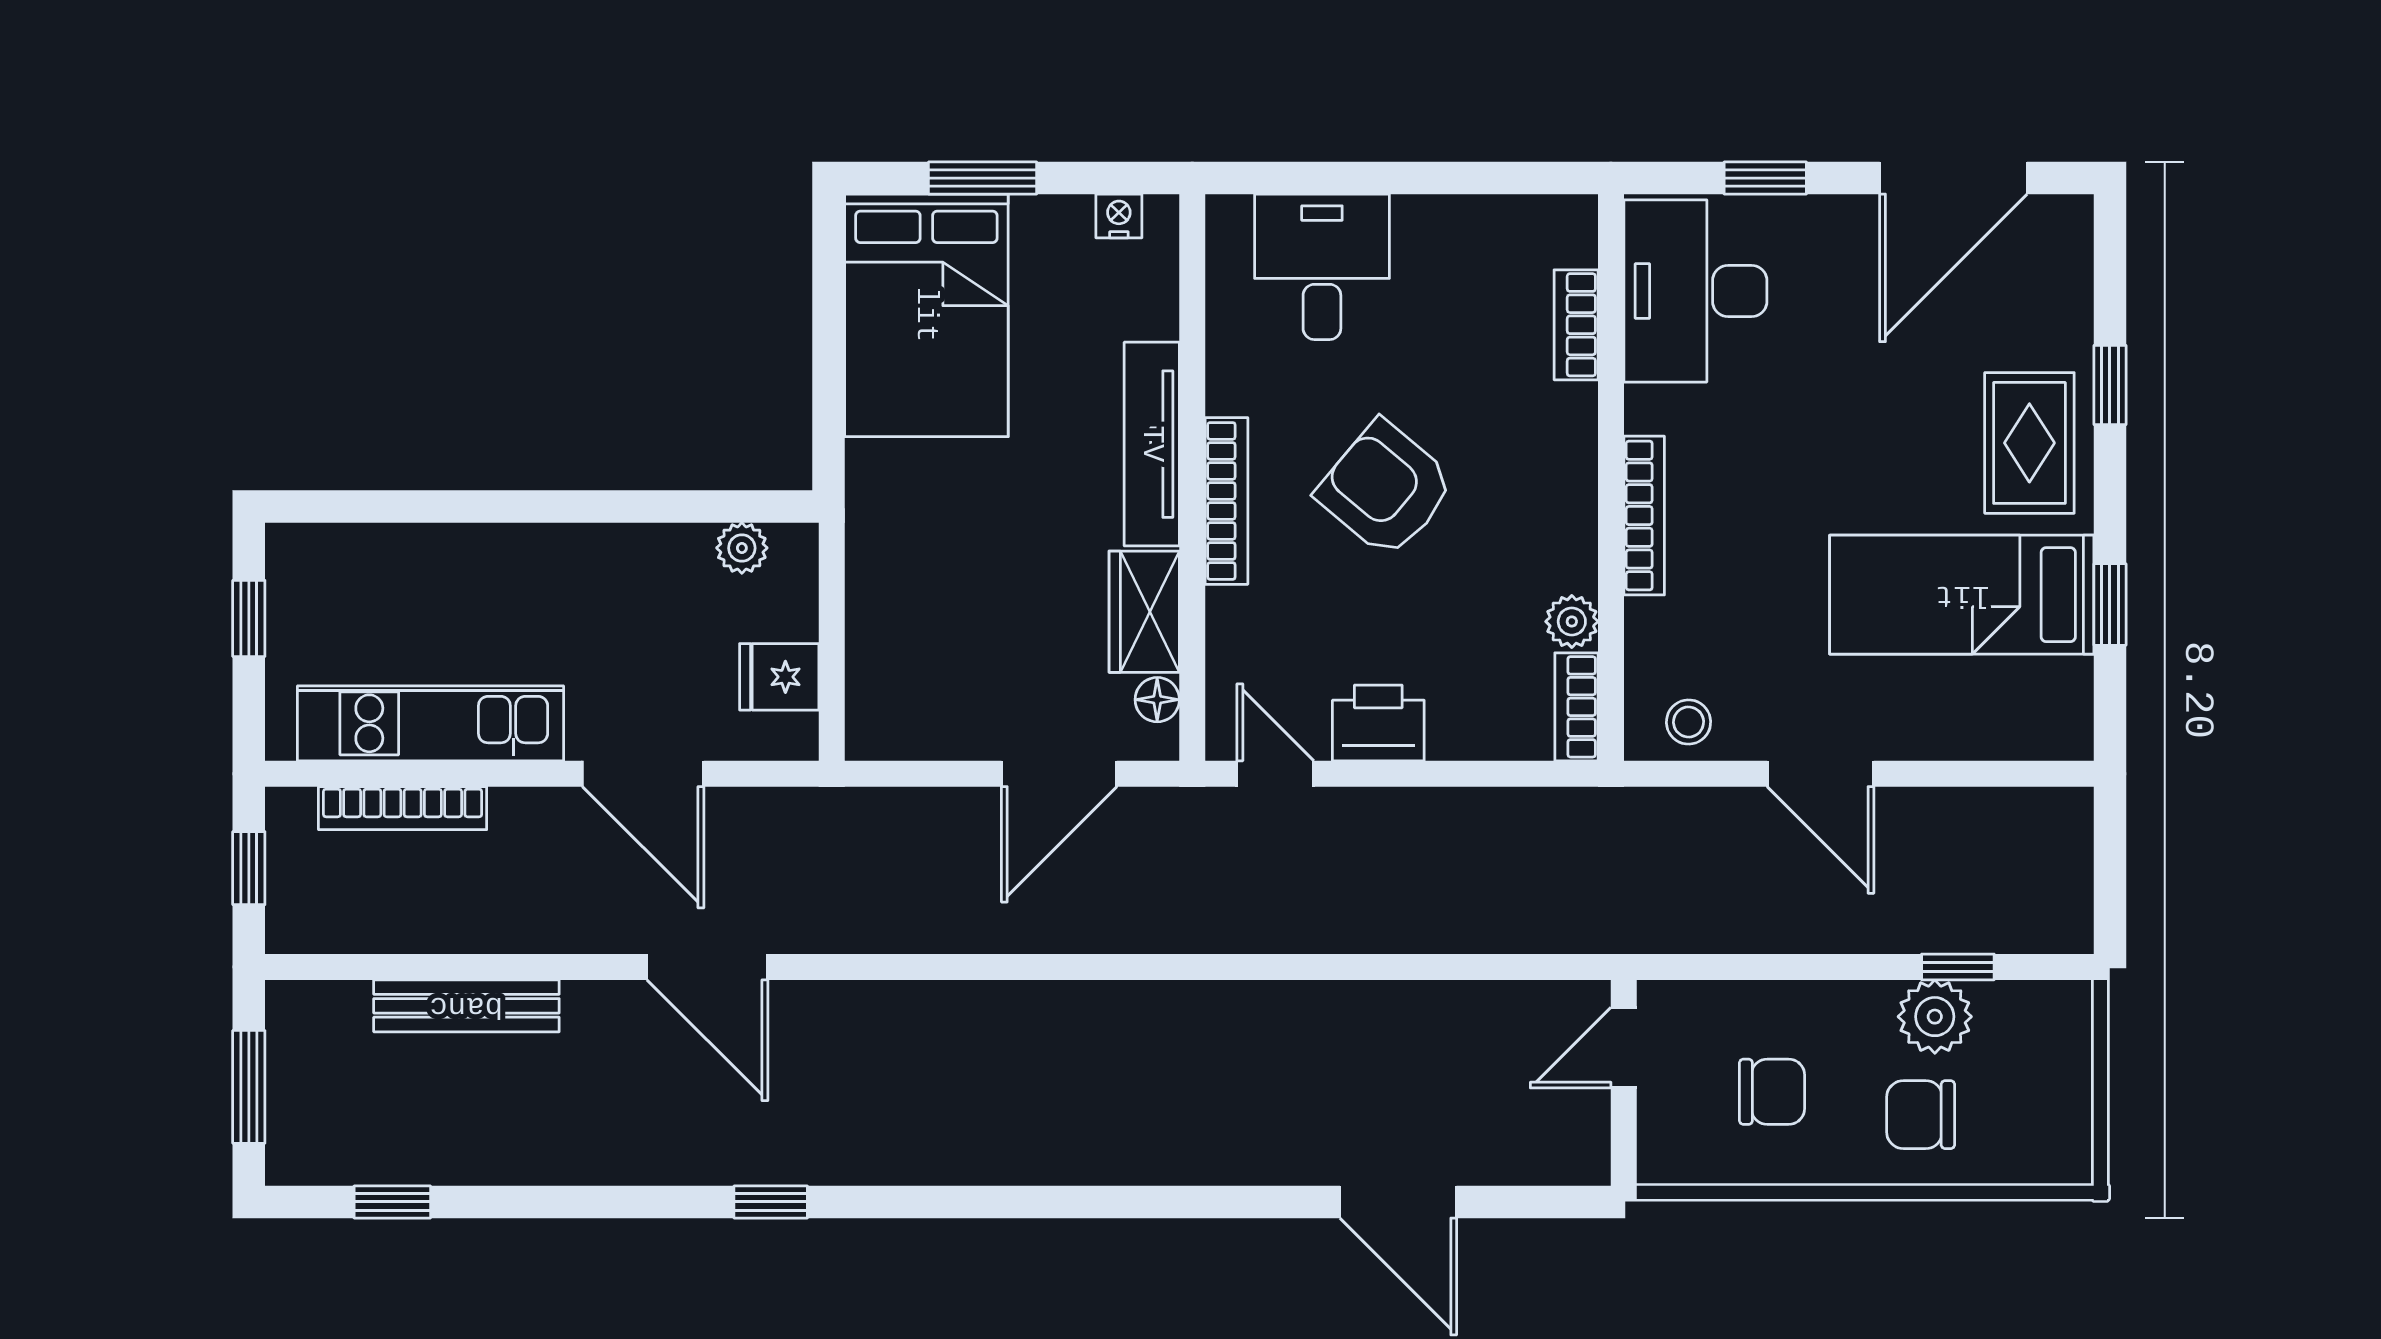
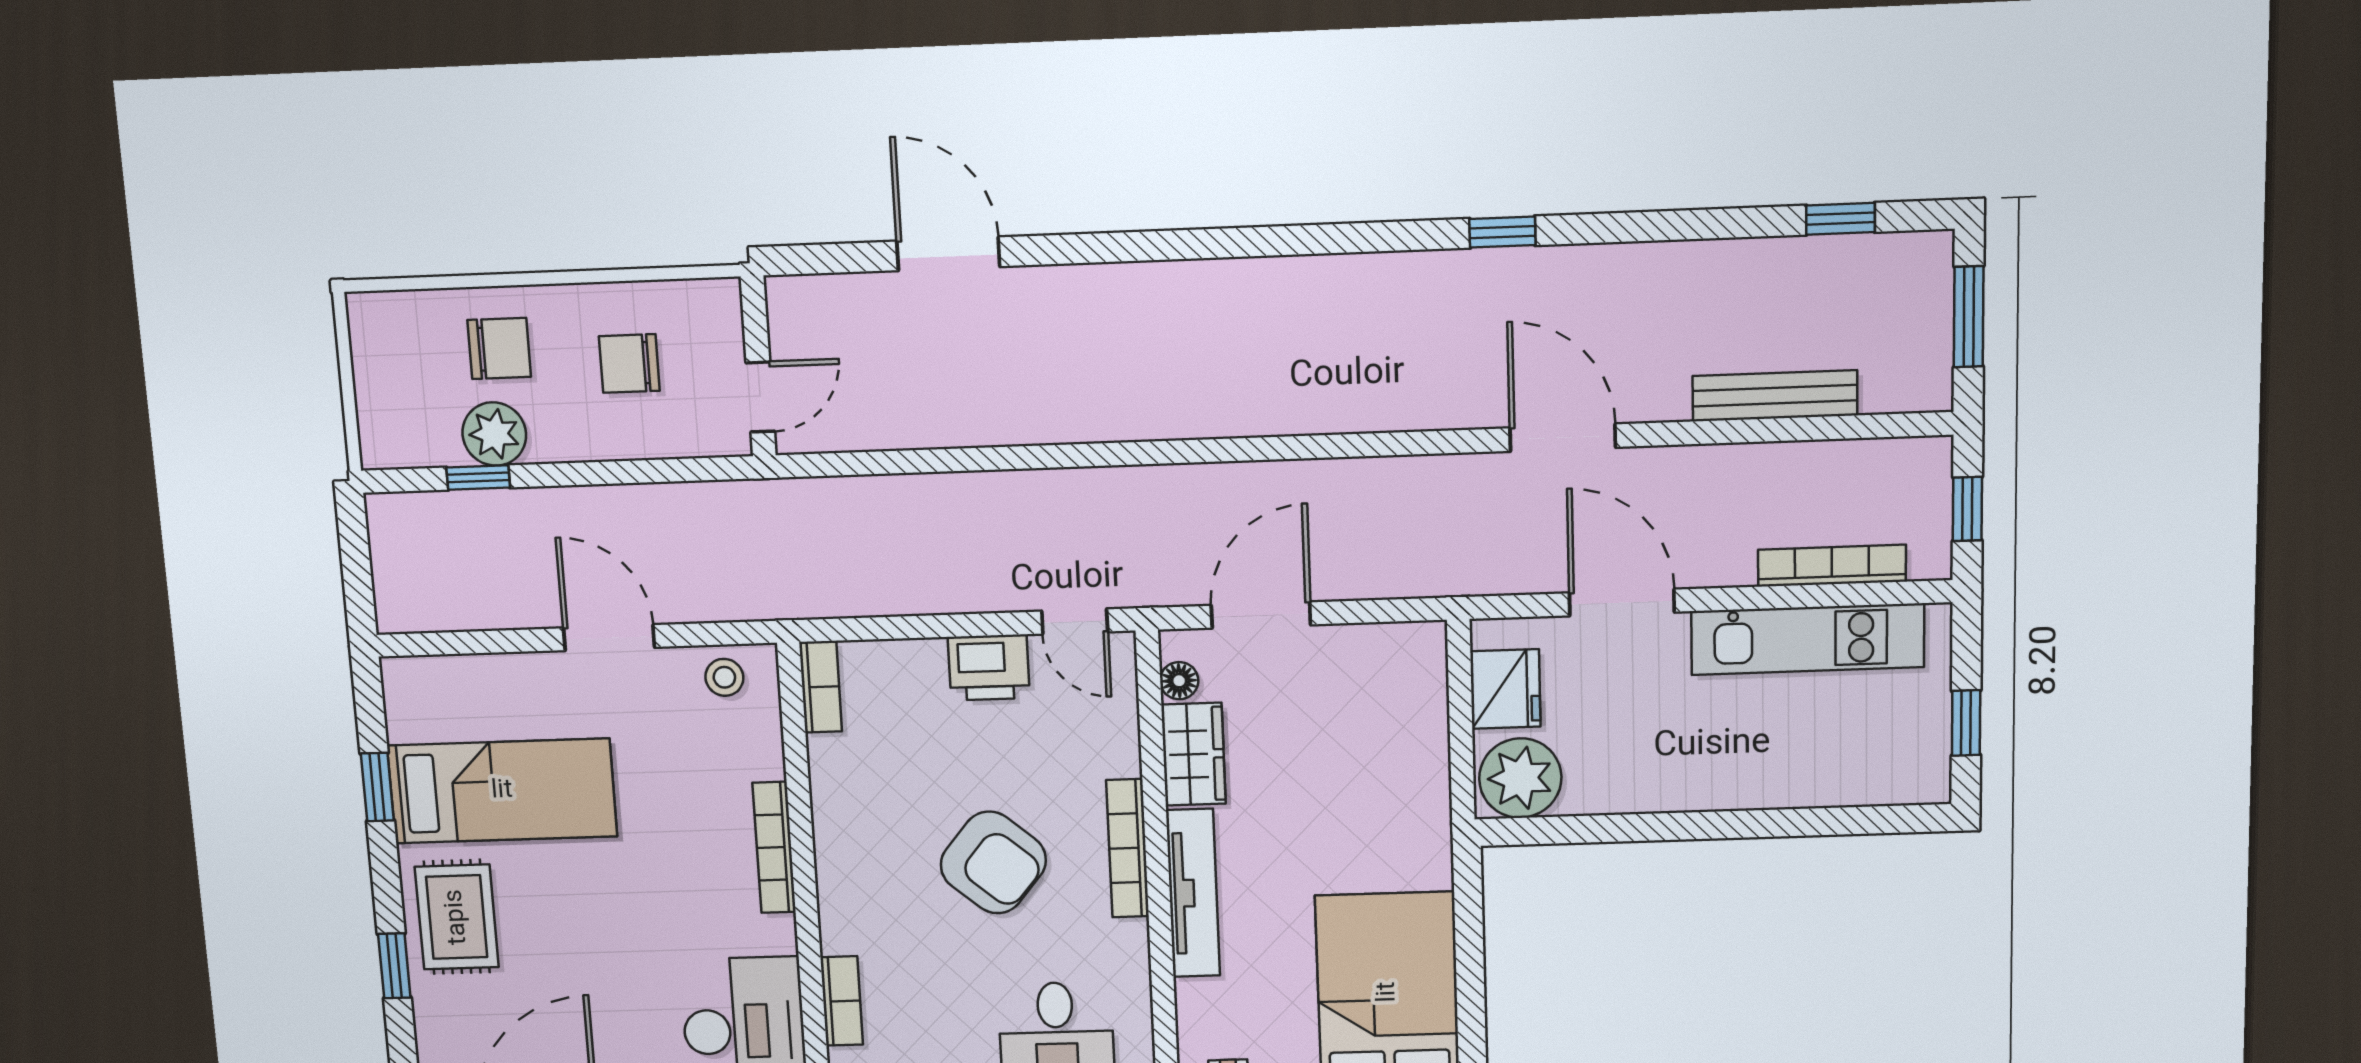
plant: (742, 548) -> (1520, 778), width x1.87, depth x1.87
plant: (1572, 621) -> (829, 758), removed
fridge: (779, 677) -> (1505, 689), width x1.38

